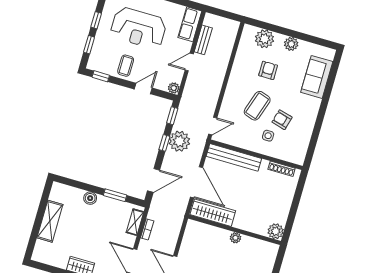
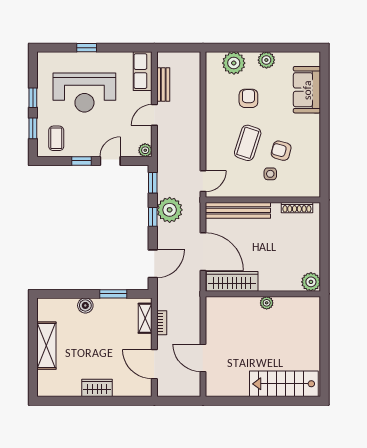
coffee table: (126, 66) -> (56, 138), moved
window: (101, 76) -> (82, 161), moved

